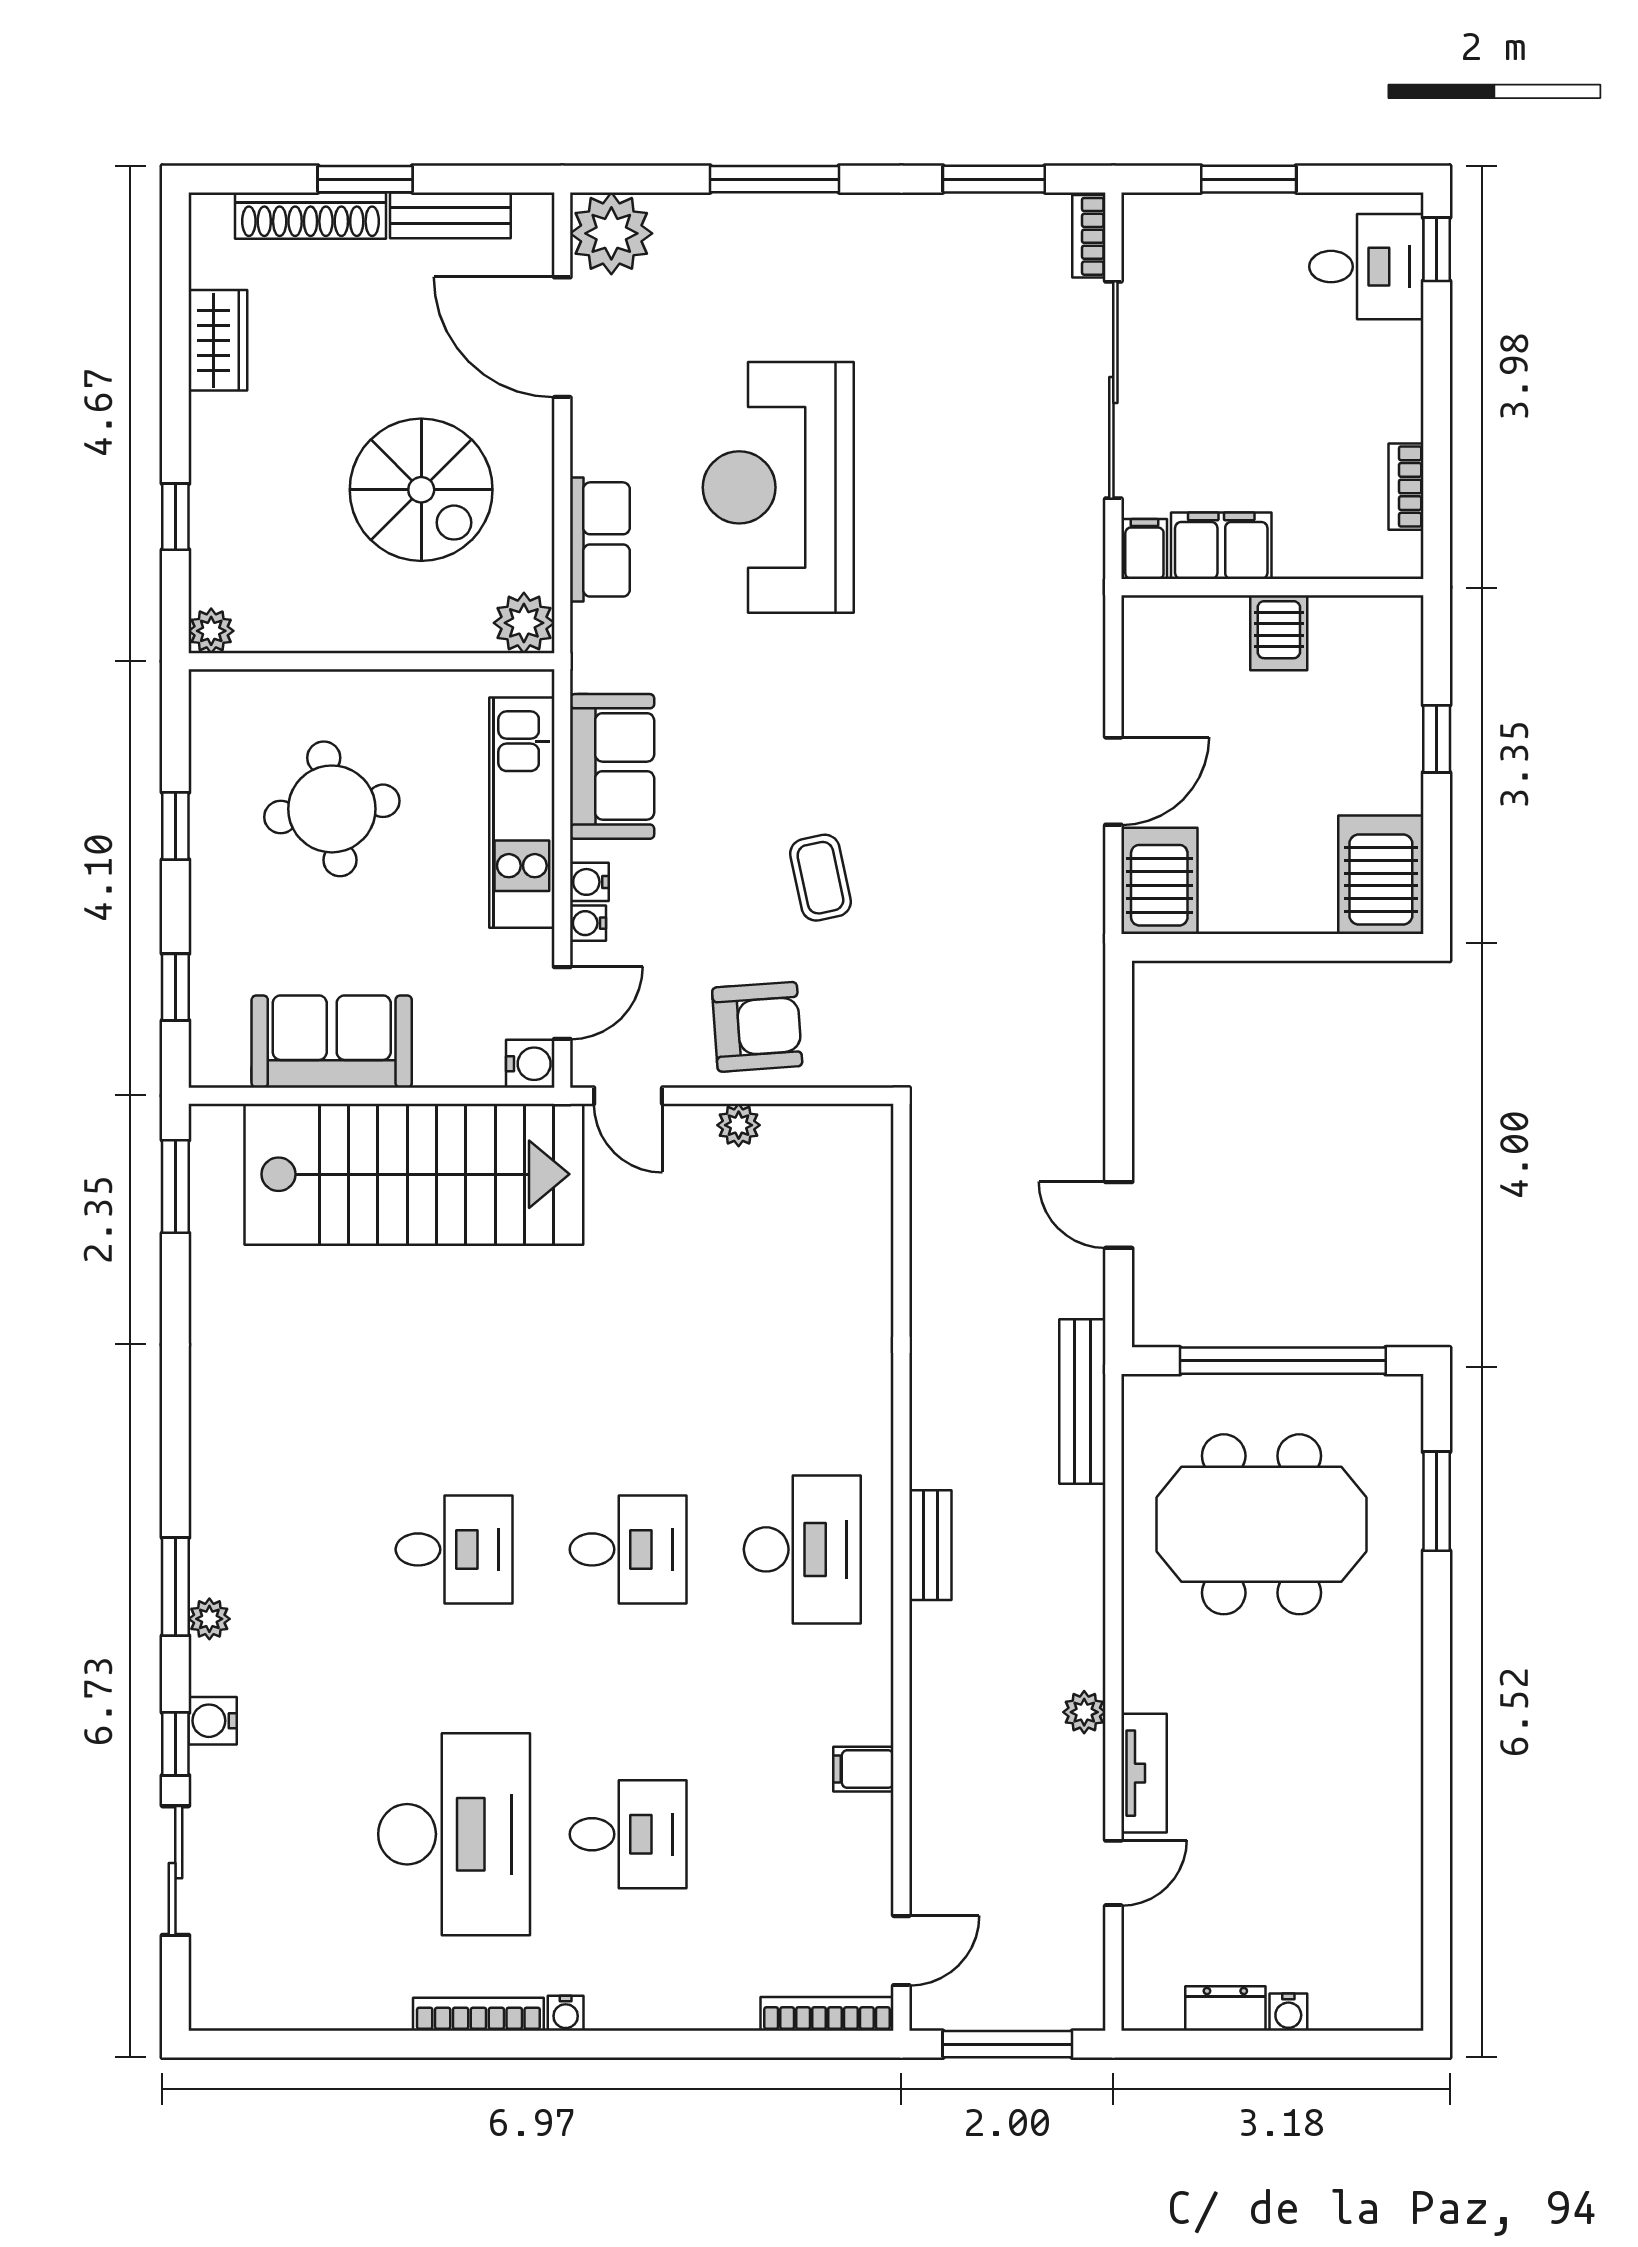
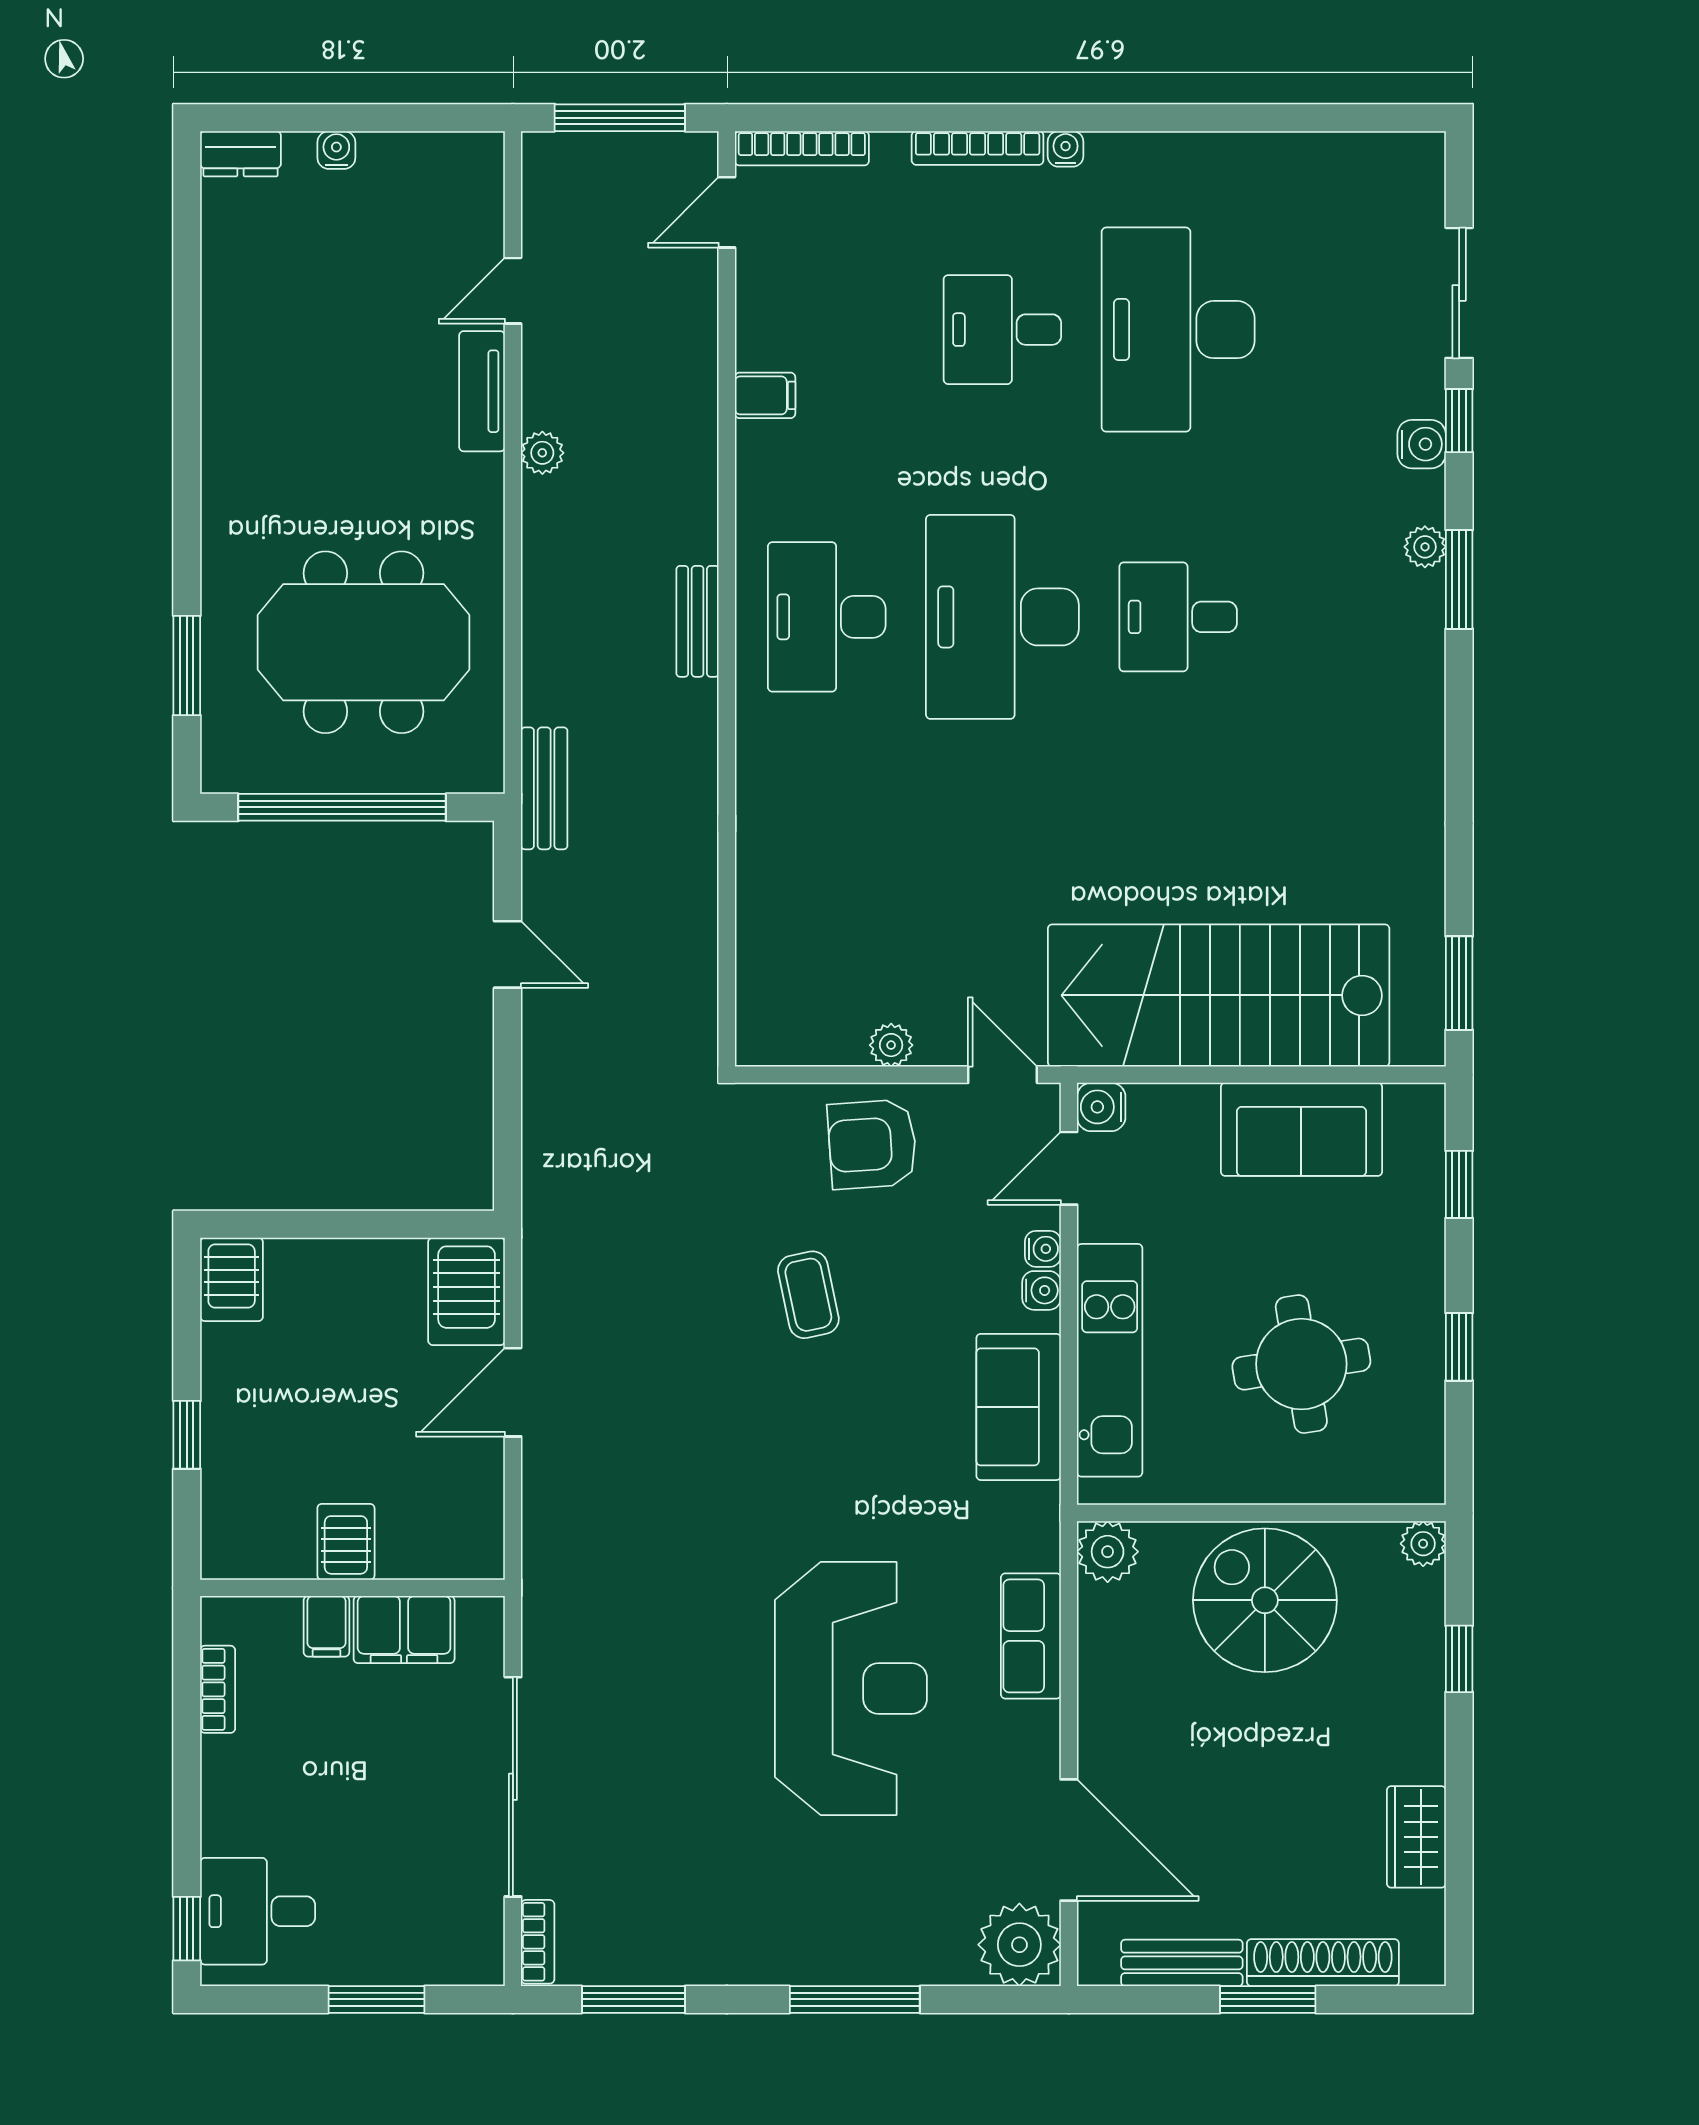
spiral stairs: (421, 490) -> (1265, 1600), moved
filing cabinet: (1144, 549) -> (326, 1626), moved
server rack: (1381, 875) -> (232, 1279), width x0.73, depth x0.70
bench: (1082, 1402) -> (544, 788), width x0.73
desk: (628, 1549) -> (1002, 617), width x1.87, depth x1.30
dresser: (1225, 2008) -> (240, 154), moved
bookcase: (478, 2014) -> (978, 148), moved

